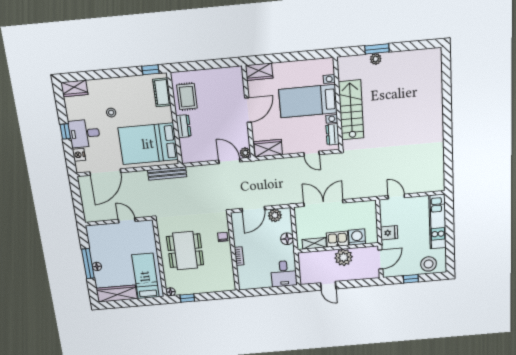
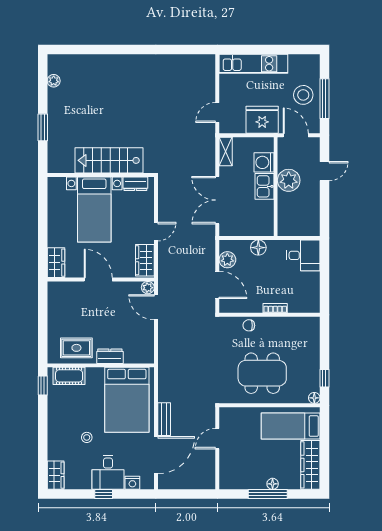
plant: (376, 59) -> (54, 81), moved
door: (312, 154) -> (156, 232), moved
door: (229, 161) -> (156, 307), hinge flipped
door: (105, 172) -> (156, 455), hinge flipped
bench: (167, 173) -> (164, 419), moved, width x0.73
fridge: (389, 233) -> (262, 120), width x1.88, depth x1.34
shelving: (314, 243) -> (226, 151), moved
stool: (429, 264) -> (303, 95), moved
window: (411, 279) -> (324, 99), width x2.17
door: (328, 286) -> (324, 171), moved

